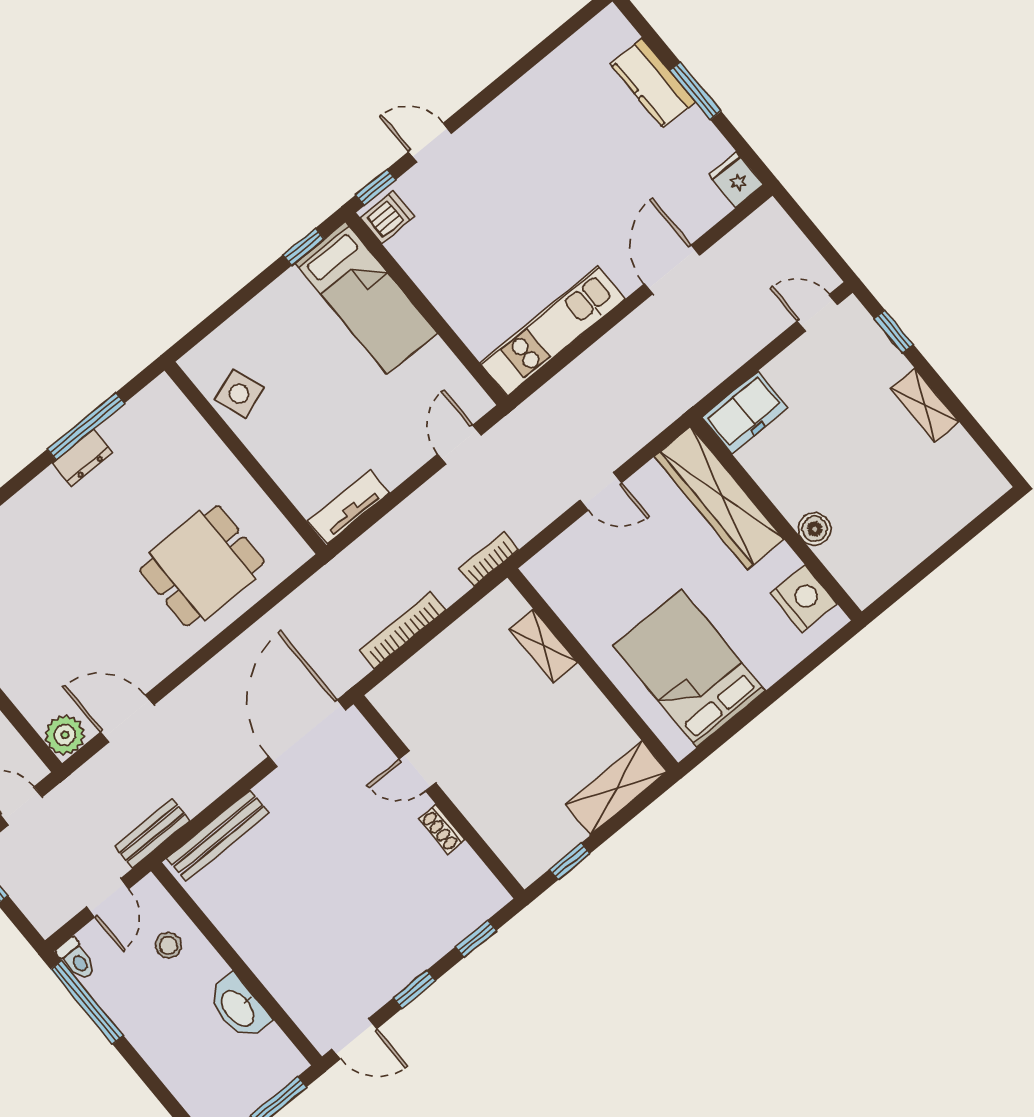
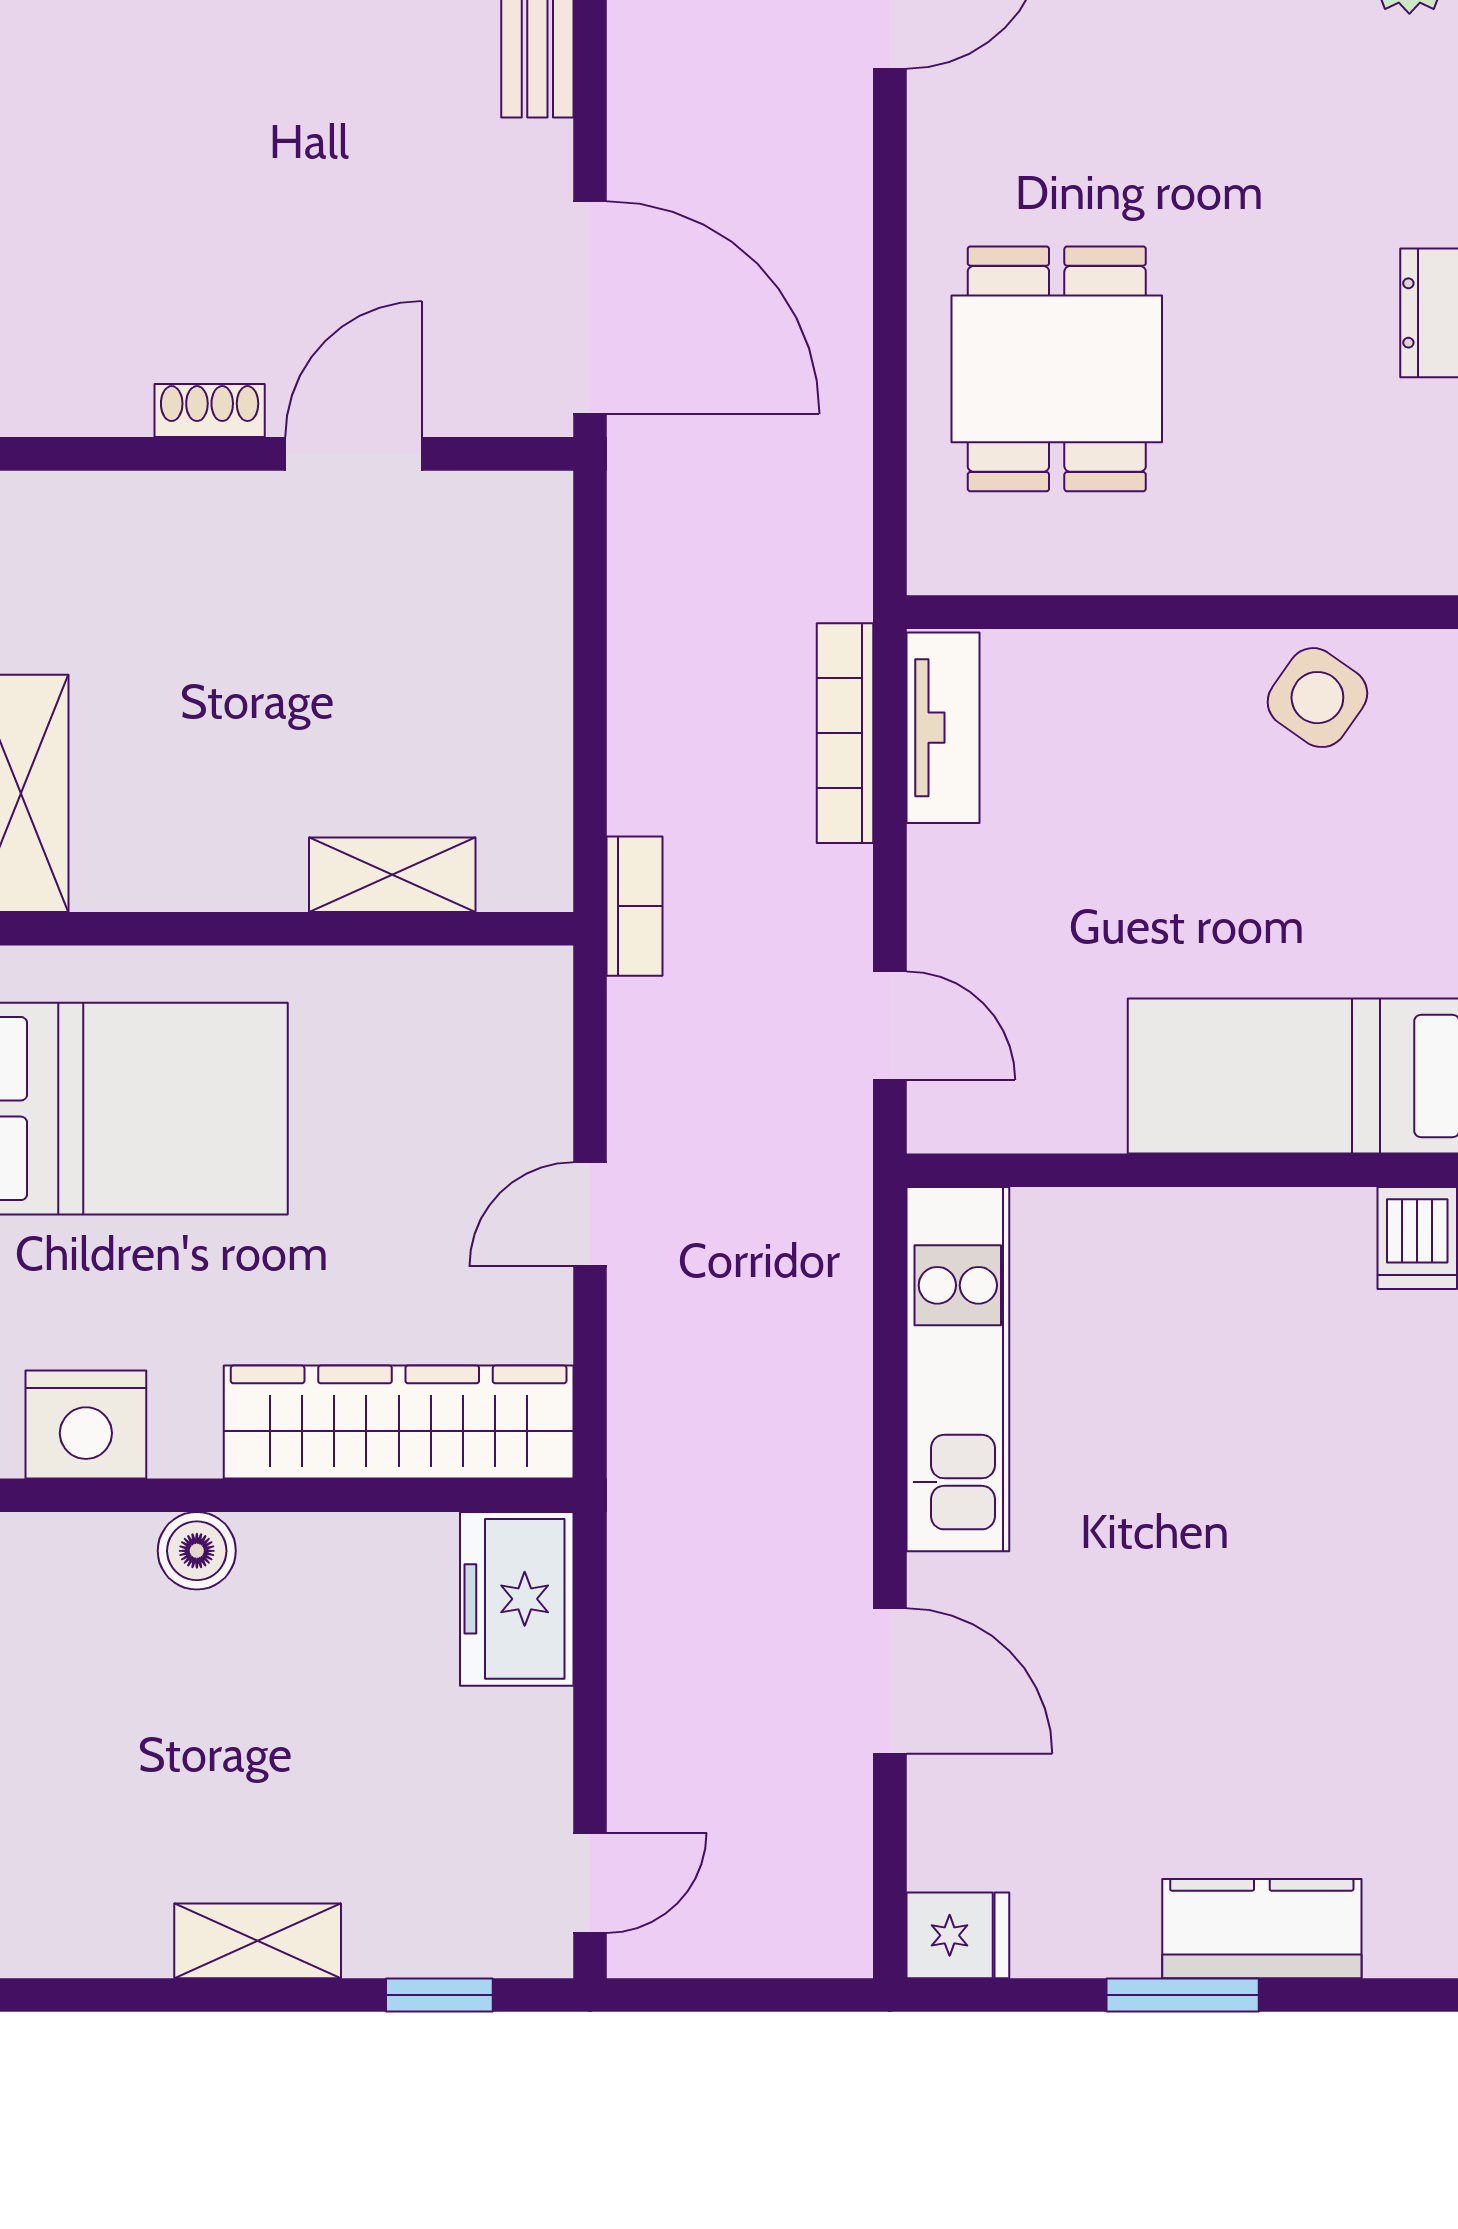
side table: (239, 394) -> (1317, 698), turned -36
bookcase: (402, 630) -> (845, 733), moved, turned 180
door: (418, 771) -> (354, 454), width x1.38

